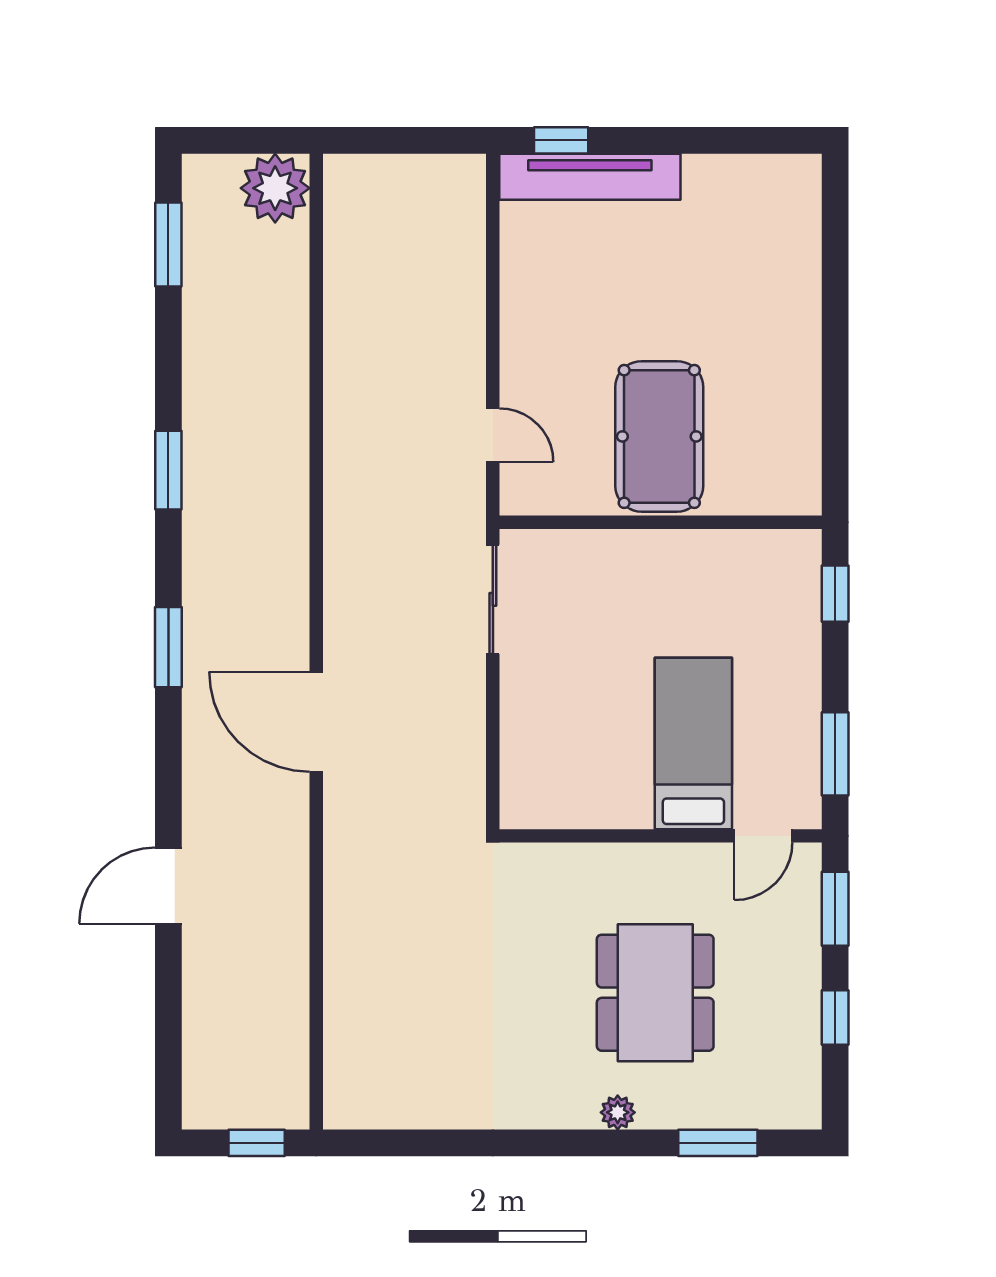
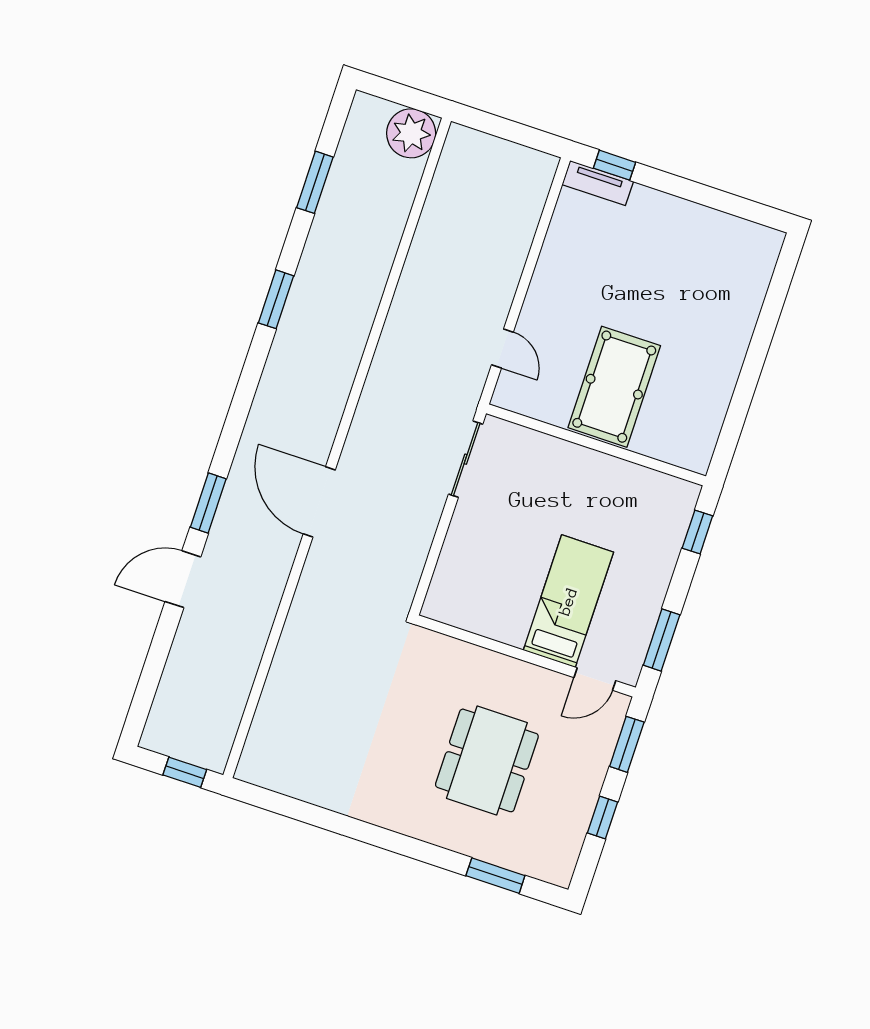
tv unit: (590, 177) -> (598, 183), width x0.52, depth x0.78
window: (168, 244) -> (315, 182), moved
window: (168, 647) -> (208, 503), moved
plant: (618, 1112) -> (435, 833), removed

